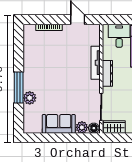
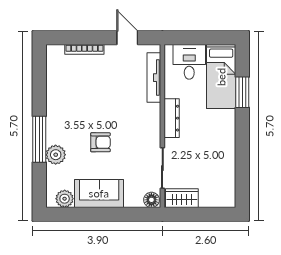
tv unit: (96, 63) -> (154, 78), moved
armchair: (60, 90) -> (100, 142), added
plant: (82, 127) -> (65, 199), moved

